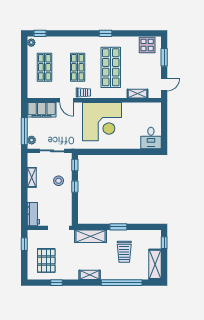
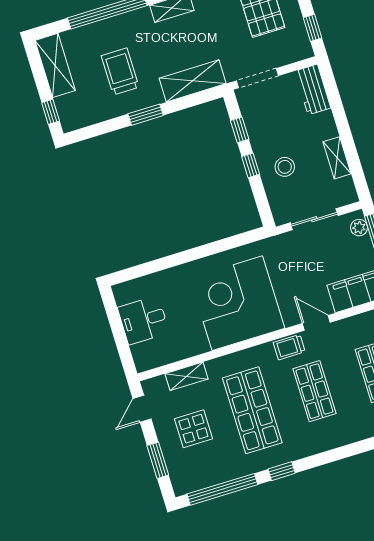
window: (137, 33) -> (222, 489), added
display table: (147, 45) -> (193, 429), moved
desk: (151, 138) -> (143, 320), moved, turned -90
window: (75, 165) -> (240, 130), moved

